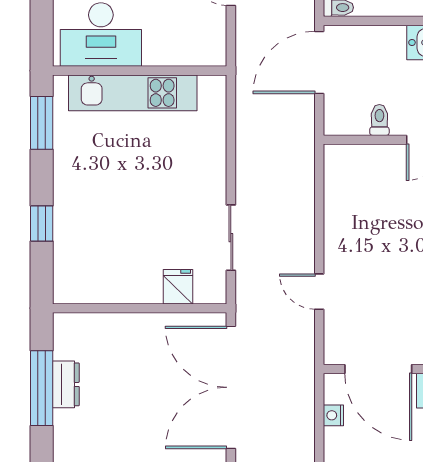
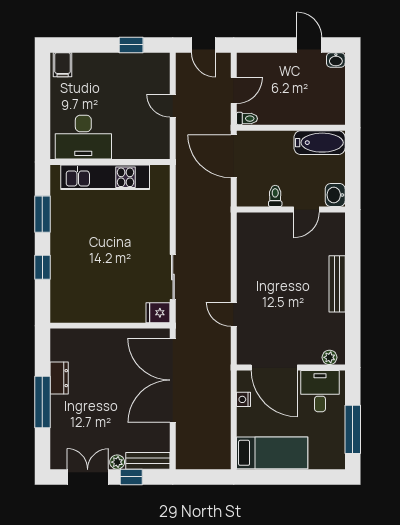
door: (319, 62) -> (234, 156), hinge flipped
window: (42, 123) -> (42, 214), moved
fridge: (178, 287) -> (158, 313), moved, turned -90
window: (42, 388) -> (42, 402), moved

